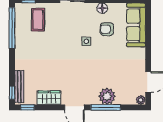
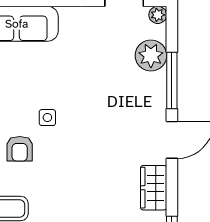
armchair: (107, 29) -> (20, 149), moved
plant: (107, 96) -> (151, 56), moved

